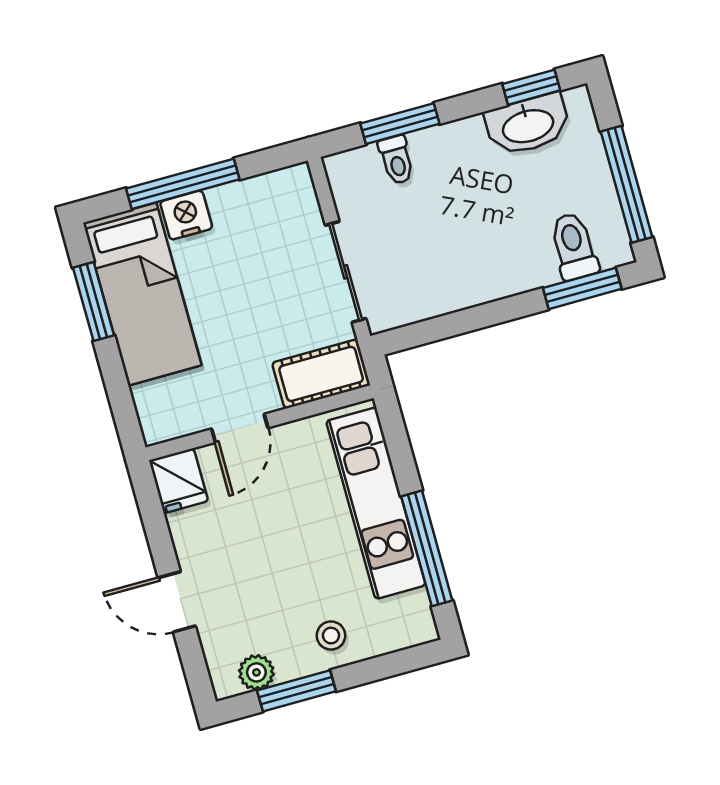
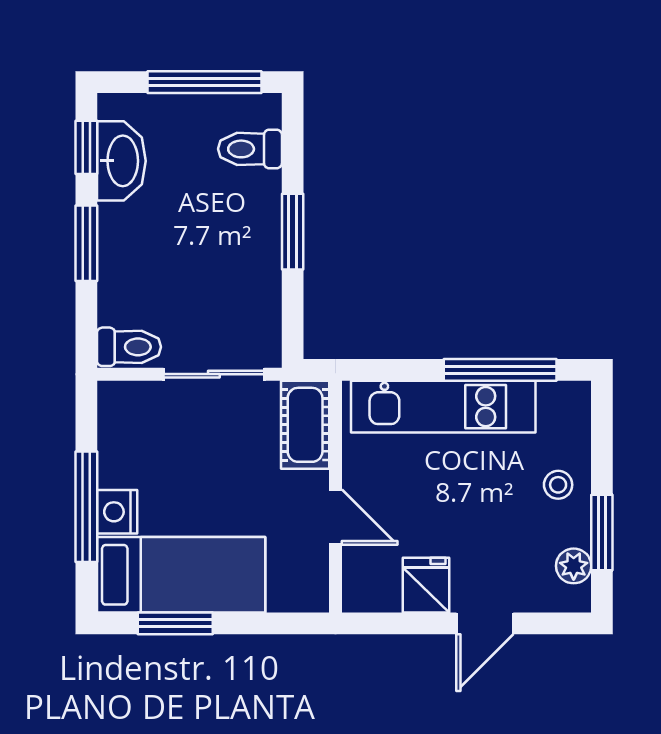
window: (400, 124) -> (86, 243), moved
toilet: (396, 160) -> (129, 347), moved, width x1.37, depth x1.39
window: (582, 288) -> (293, 232), moved
fridge: (179, 481) -> (426, 585), moved, turned -90

